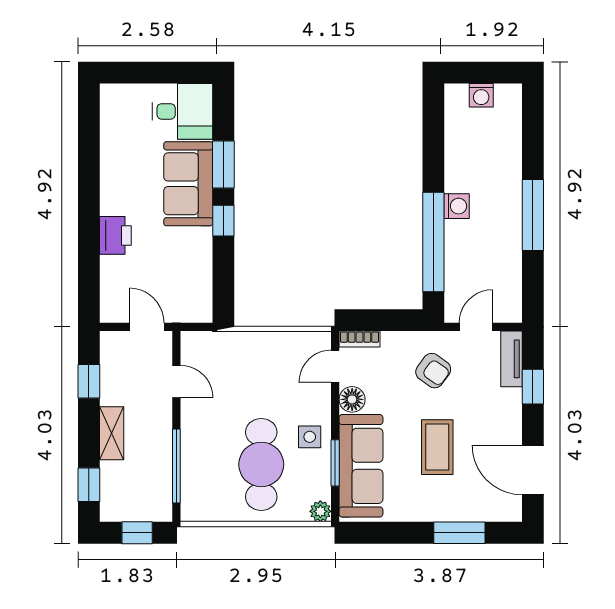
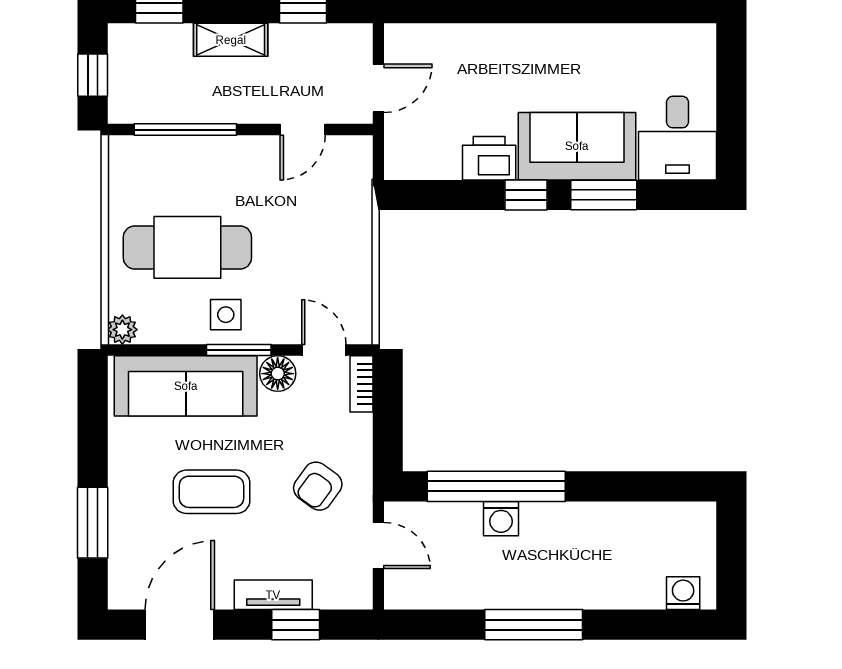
washing machine: (481, 95) -> (683, 593), moved, turned 90
washing machine: (457, 206) -> (501, 519), moved
printer: (115, 235) -> (489, 158), moved, turned 180
tv unit: (511, 359) -> (273, 595), moved
window: (335, 463) -> (239, 350), moved

